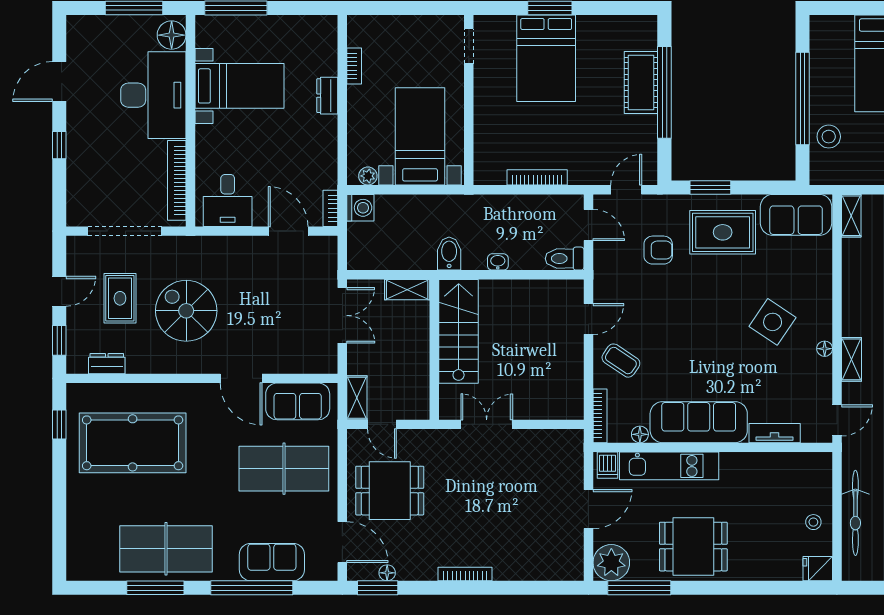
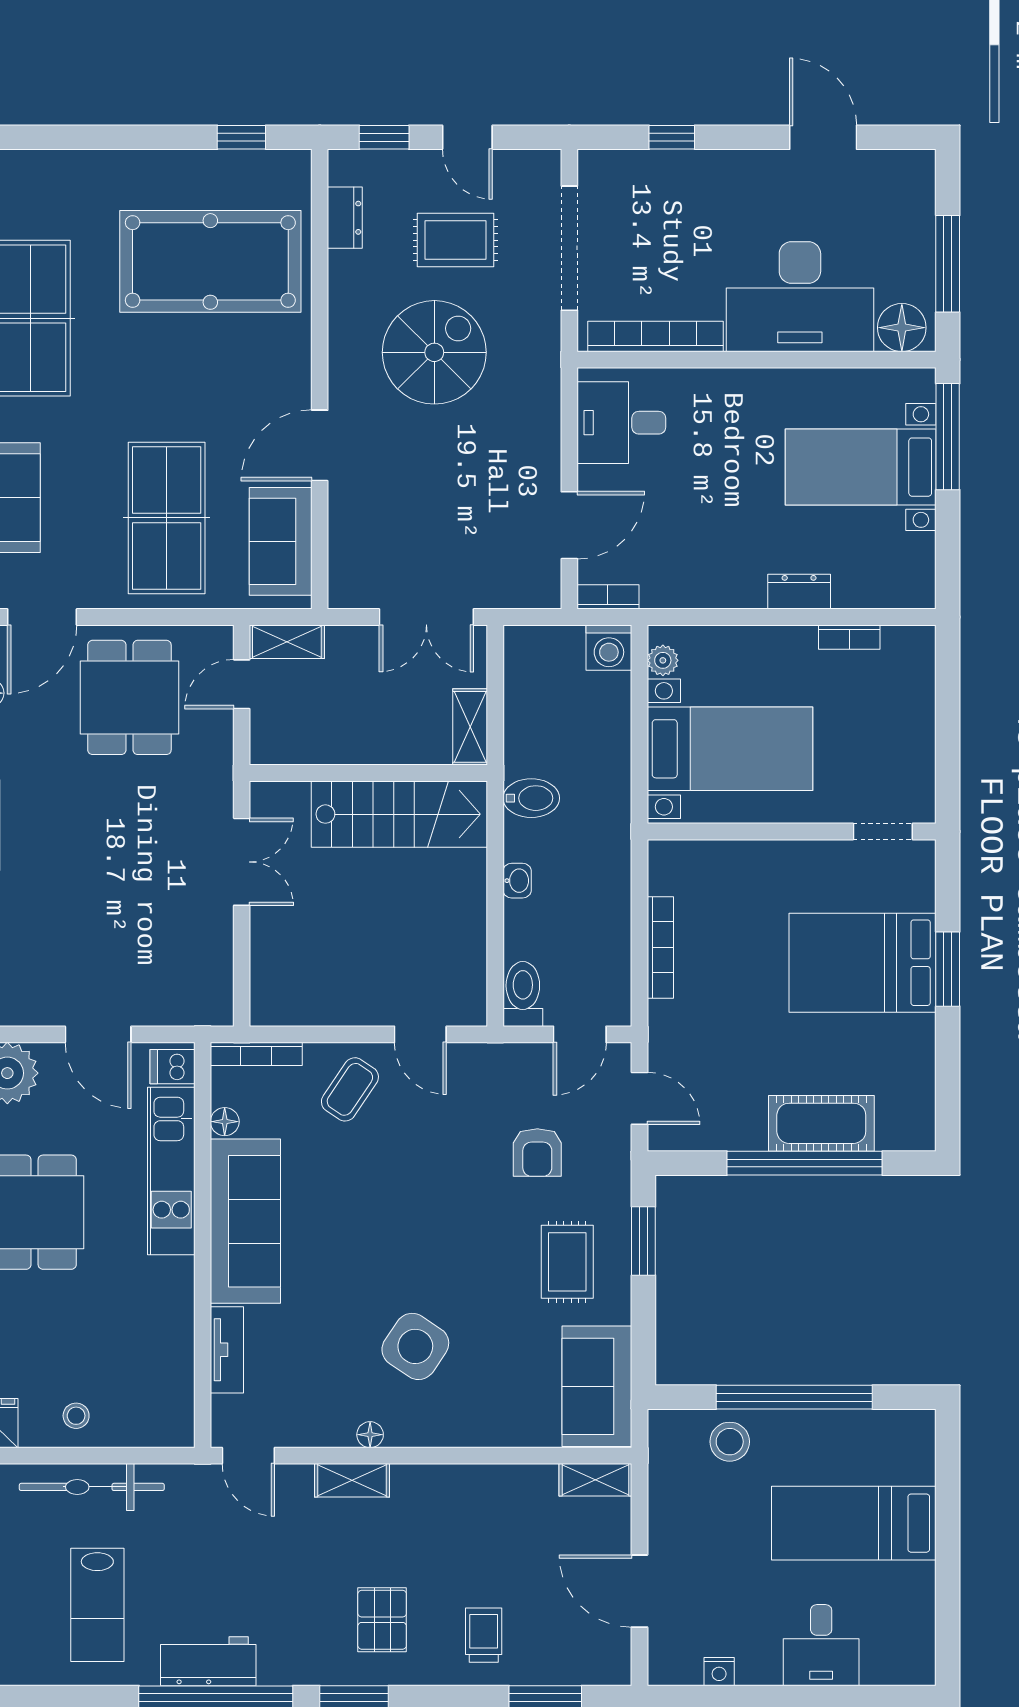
bed with nightstands: (239, 86) -> (861, 467), moved, turned 90
window: (59, 145) -> (672, 137), moved
rug: (723, 232) -> (567, 1262), width x0.73, depth x0.70
pool table: (133, 443) -> (210, 261), turned 90

